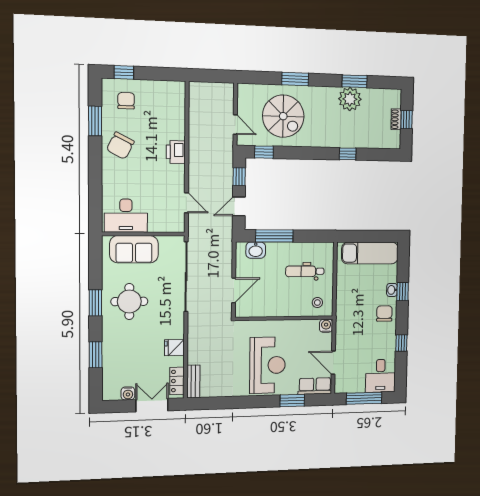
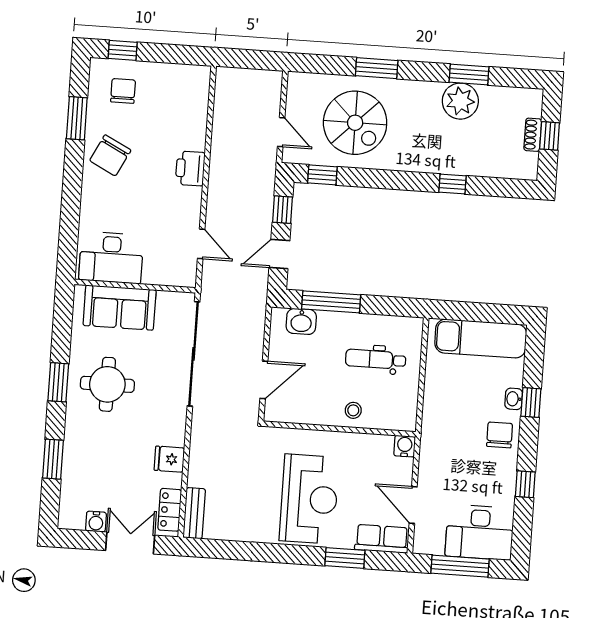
stool: (317, 303) -> (353, 410), moved
desk: (381, 376) -> (480, 532), width x1.37

